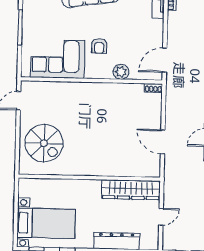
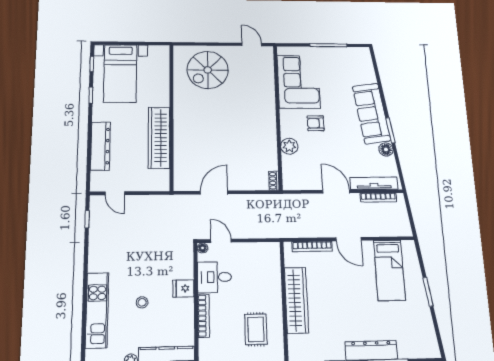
door: (165, 60) -> (336, 192), moved
wardrobe: (131, 190) -> (159, 138), moved
door: (161, 217) -> (115, 193), moved

